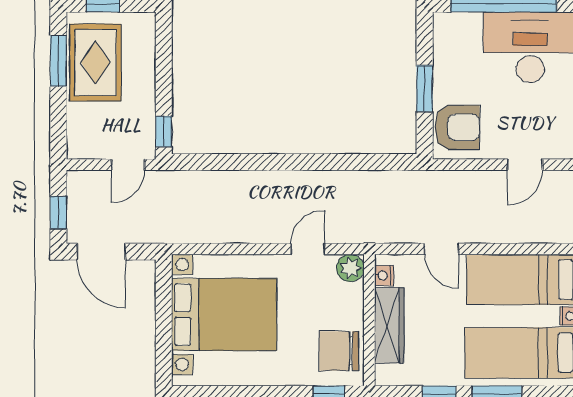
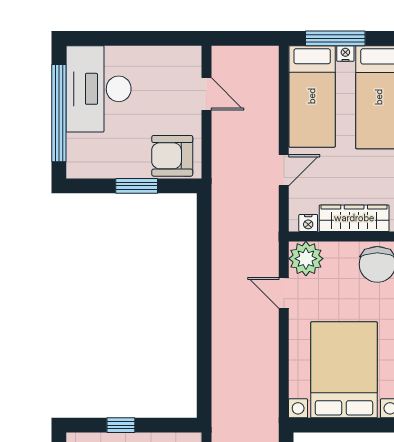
armchair: (457, 127) -> (172, 156), turned -90
window: (164, 131) -> (121, 425), moved
plant: (350, 268) -> (306, 259), width x1.36, depth x1.36

